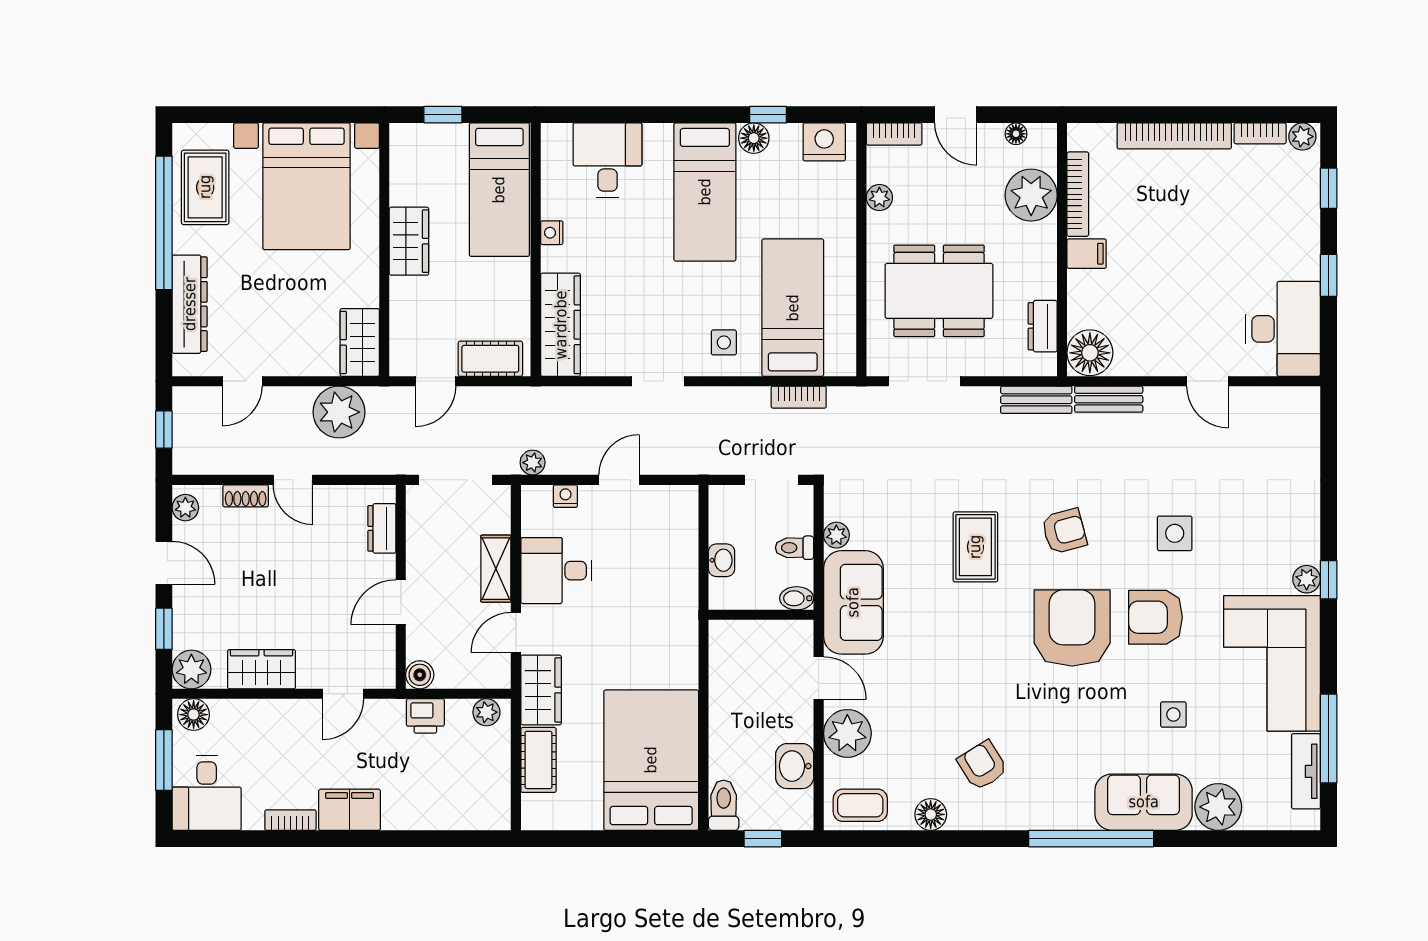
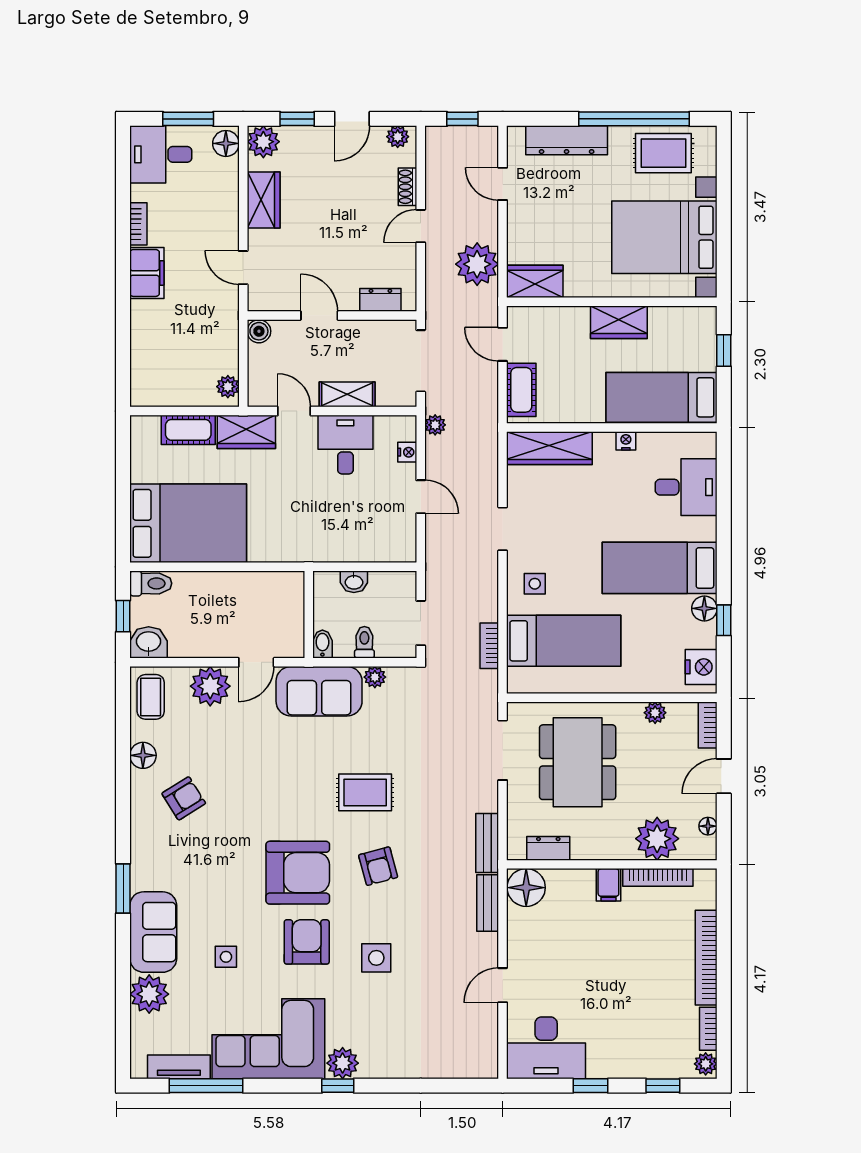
plant: (1307, 579) -> (343, 1063), width x1.38, depth x1.38
printer: (425, 716) -> (225, 336), removed
washbasin: (795, 766) -> (149, 642), moved
window: (1091, 839) -> (123, 889), width x0.47

